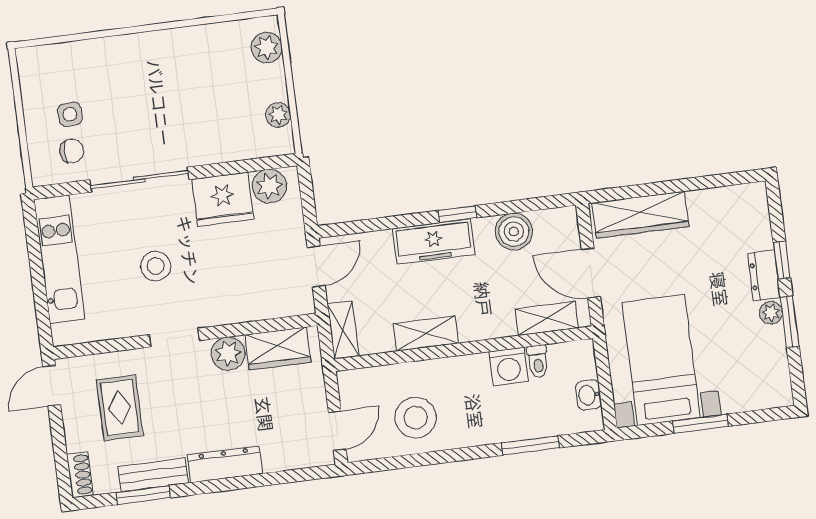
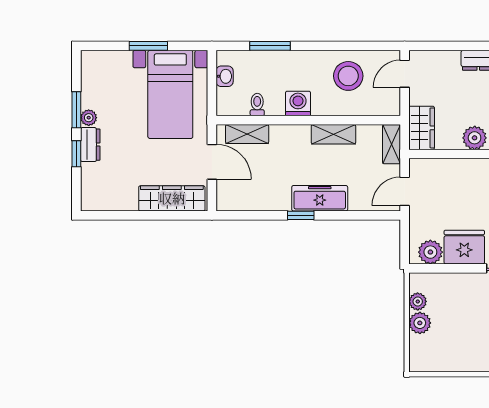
plant: (267, 48) -> (420, 323), moved
boiler: (514, 232) -> (262, 198), removed
wardrobe: (278, 348) -> (422, 128), moved, turned 90
washing machine: (509, 367) -> (298, 103), moved

